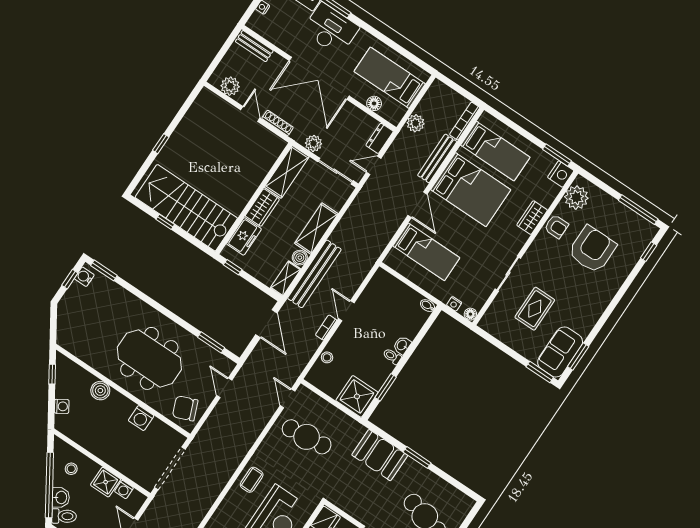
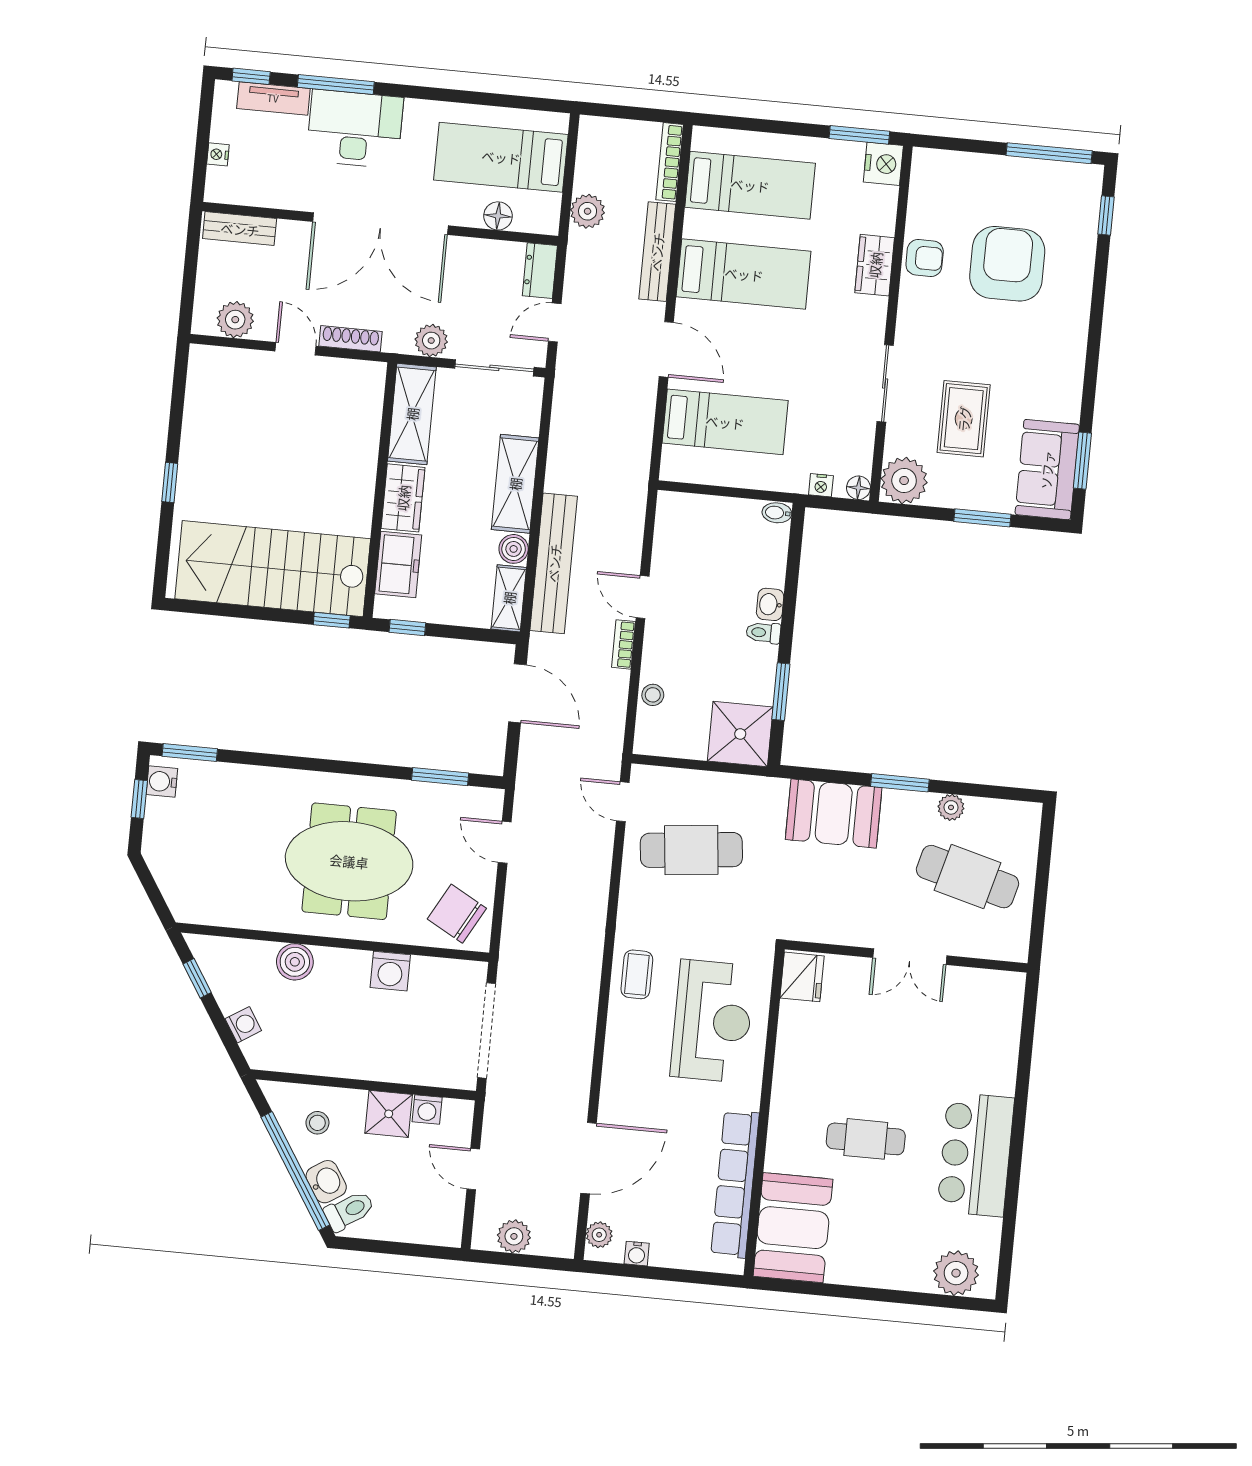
bed: (471, 190) -> (744, 274), width x0.67
plant: (576, 198) -> (904, 480), moved
window: (165, 222) -> (332, 620), moved
window: (540, 372) -> (982, 518), moved
chair: (185, 408) -> (457, 914), turned 51
plant: (434, 481) -> (951, 807), added

